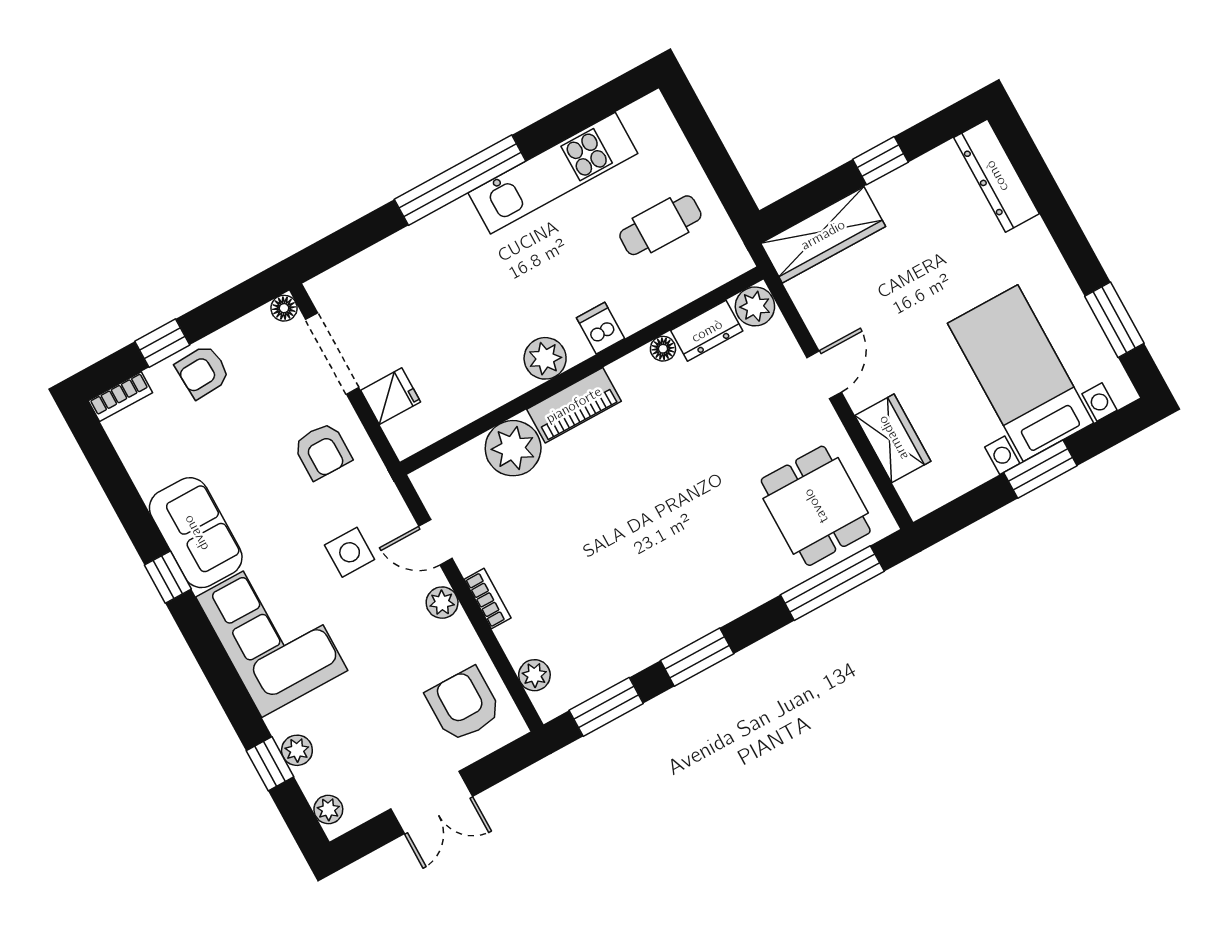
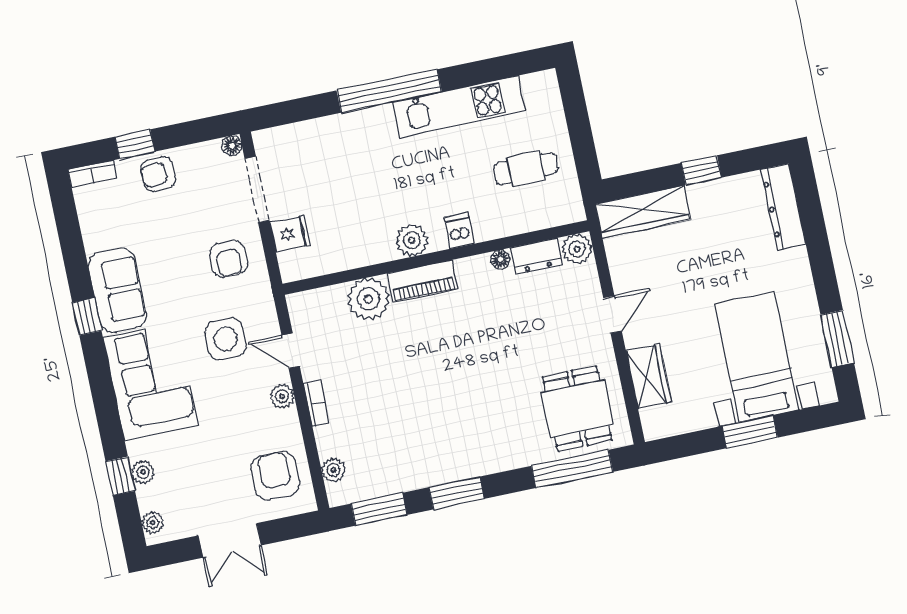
side table: (350, 552) -> (226, 339), width x1.37, depth x1.37

